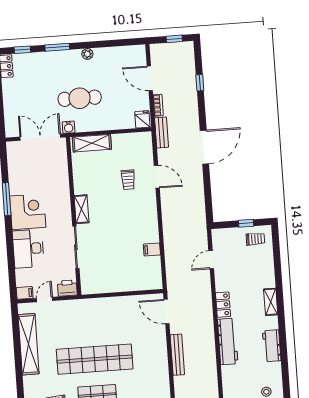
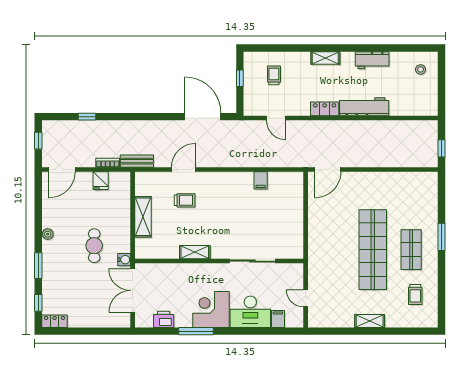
door: (150, 78) -> (62, 170), moved
cafe table: (80, 98) -> (94, 246), width x0.73, depth x0.74
fridge: (142, 119) -> (101, 181), moved, turned -90
shelving: (92, 143) -> (143, 217), moved
door: (204, 147) -> (203, 117), moved
shelving: (82, 209) -> (195, 252), moved
trolley: (255, 239) -> (274, 75), moved
printer: (67, 288) -> (164, 319), moved, turned 90
filing cabinet: (25, 293) -> (278, 319), moved
shelving: (29, 344) -> (370, 321), width x0.45, depth x0.75
bench: (177, 355) -> (374, 161), removed

